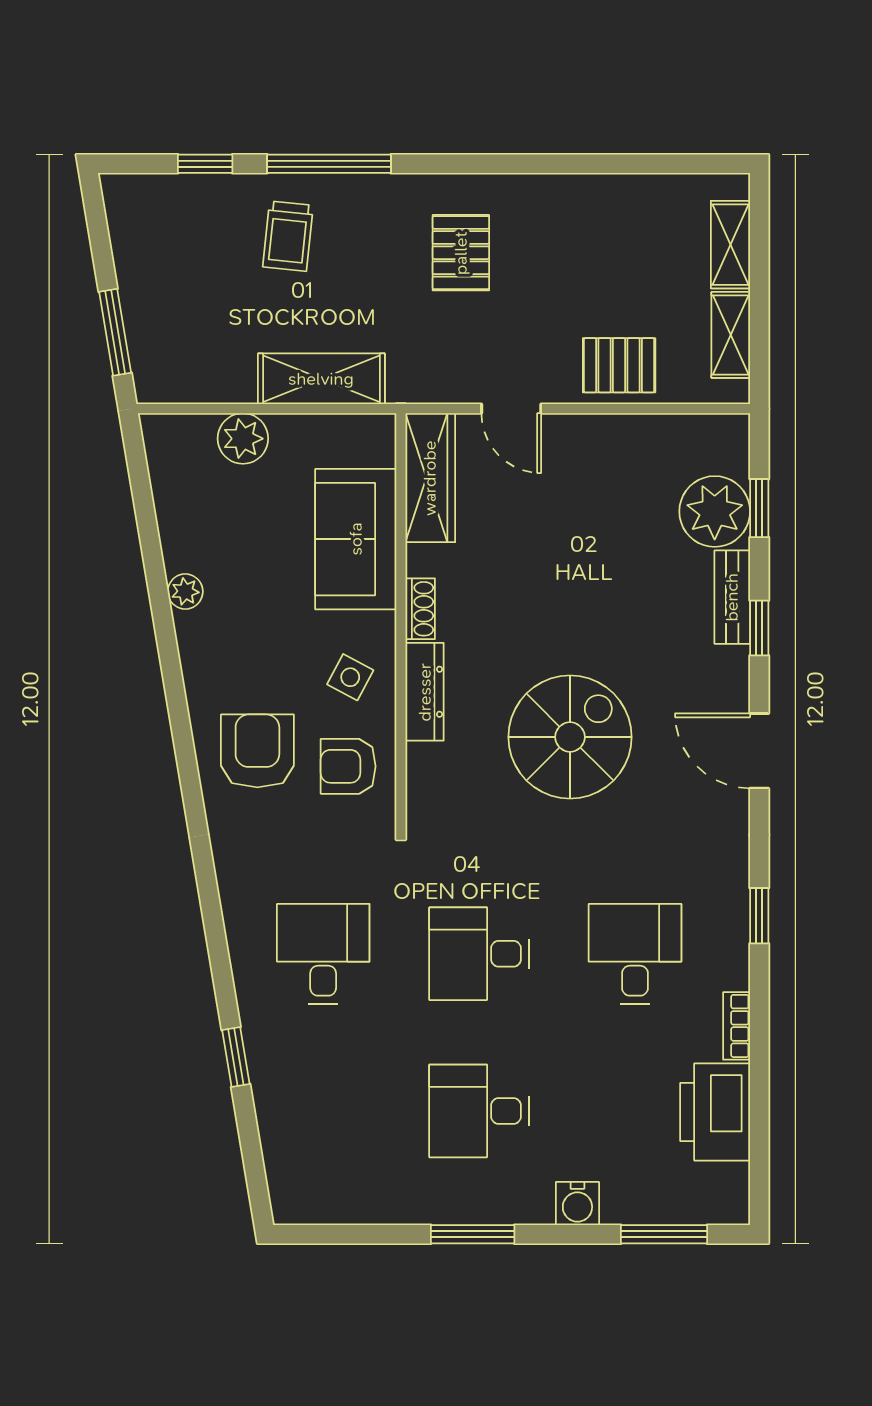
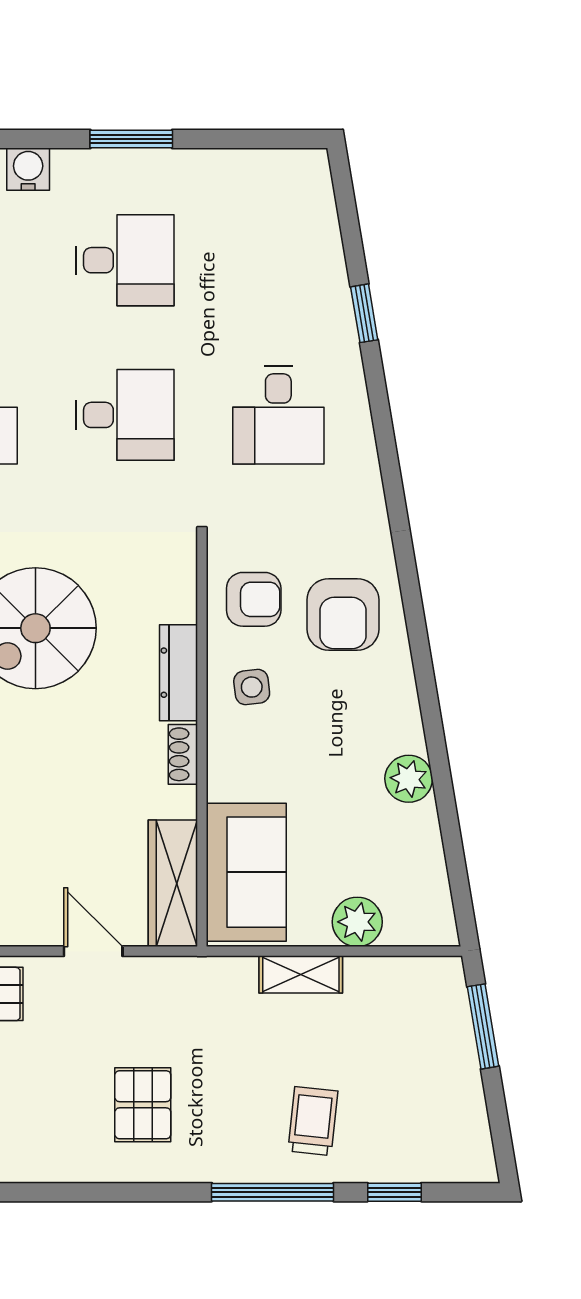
shelving: (321, 379) -> (301, 974), width x0.67, depth x0.75
sofa: (356, 539) -> (246, 872), moved
plant: (185, 592) -> (409, 779), width x1.38, depth x1.38
side table: (350, 677) -> (252, 687), turned -35

